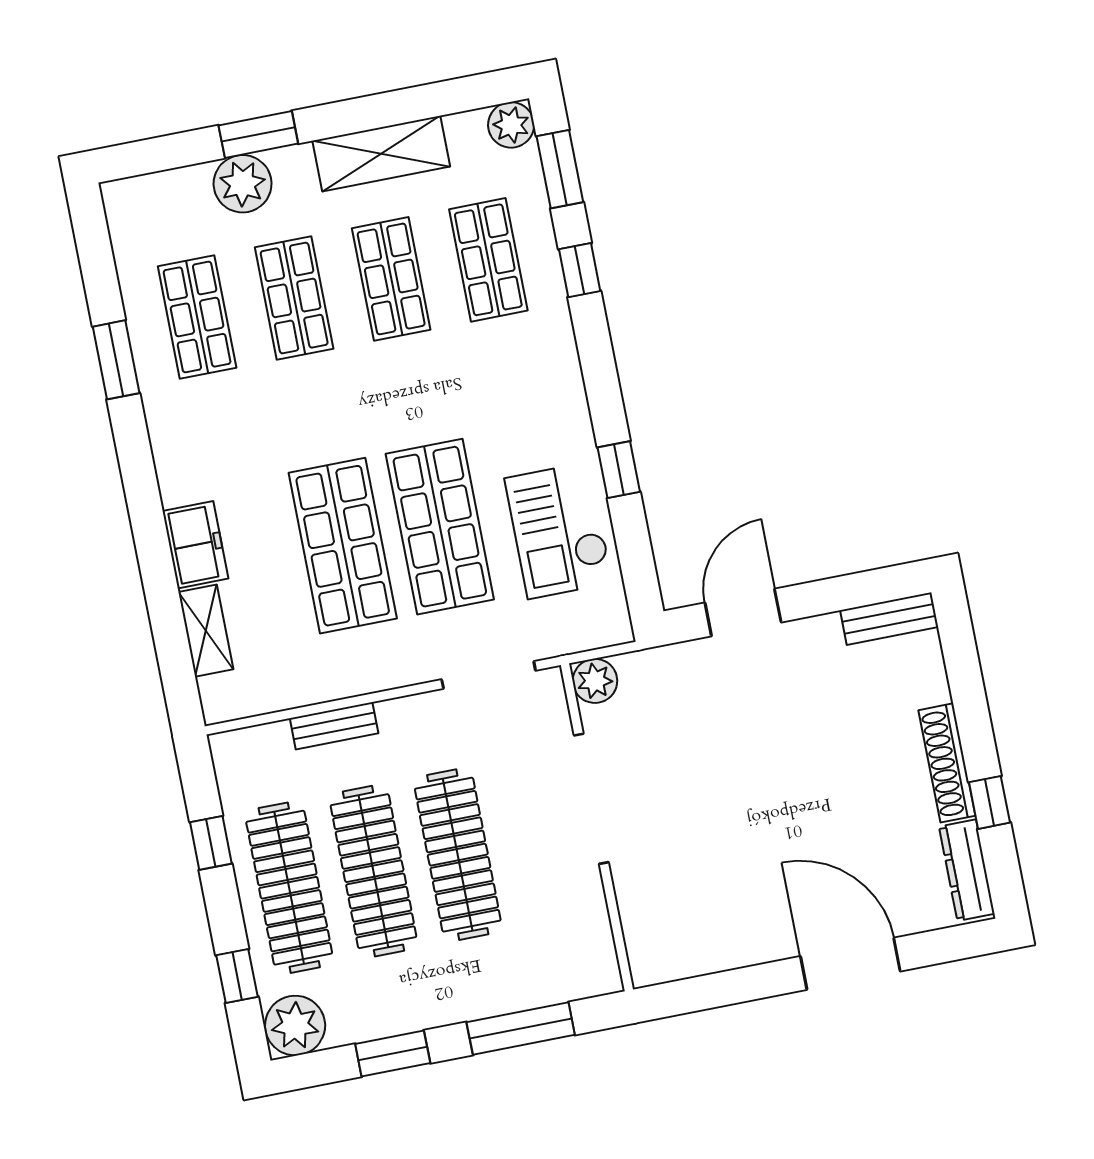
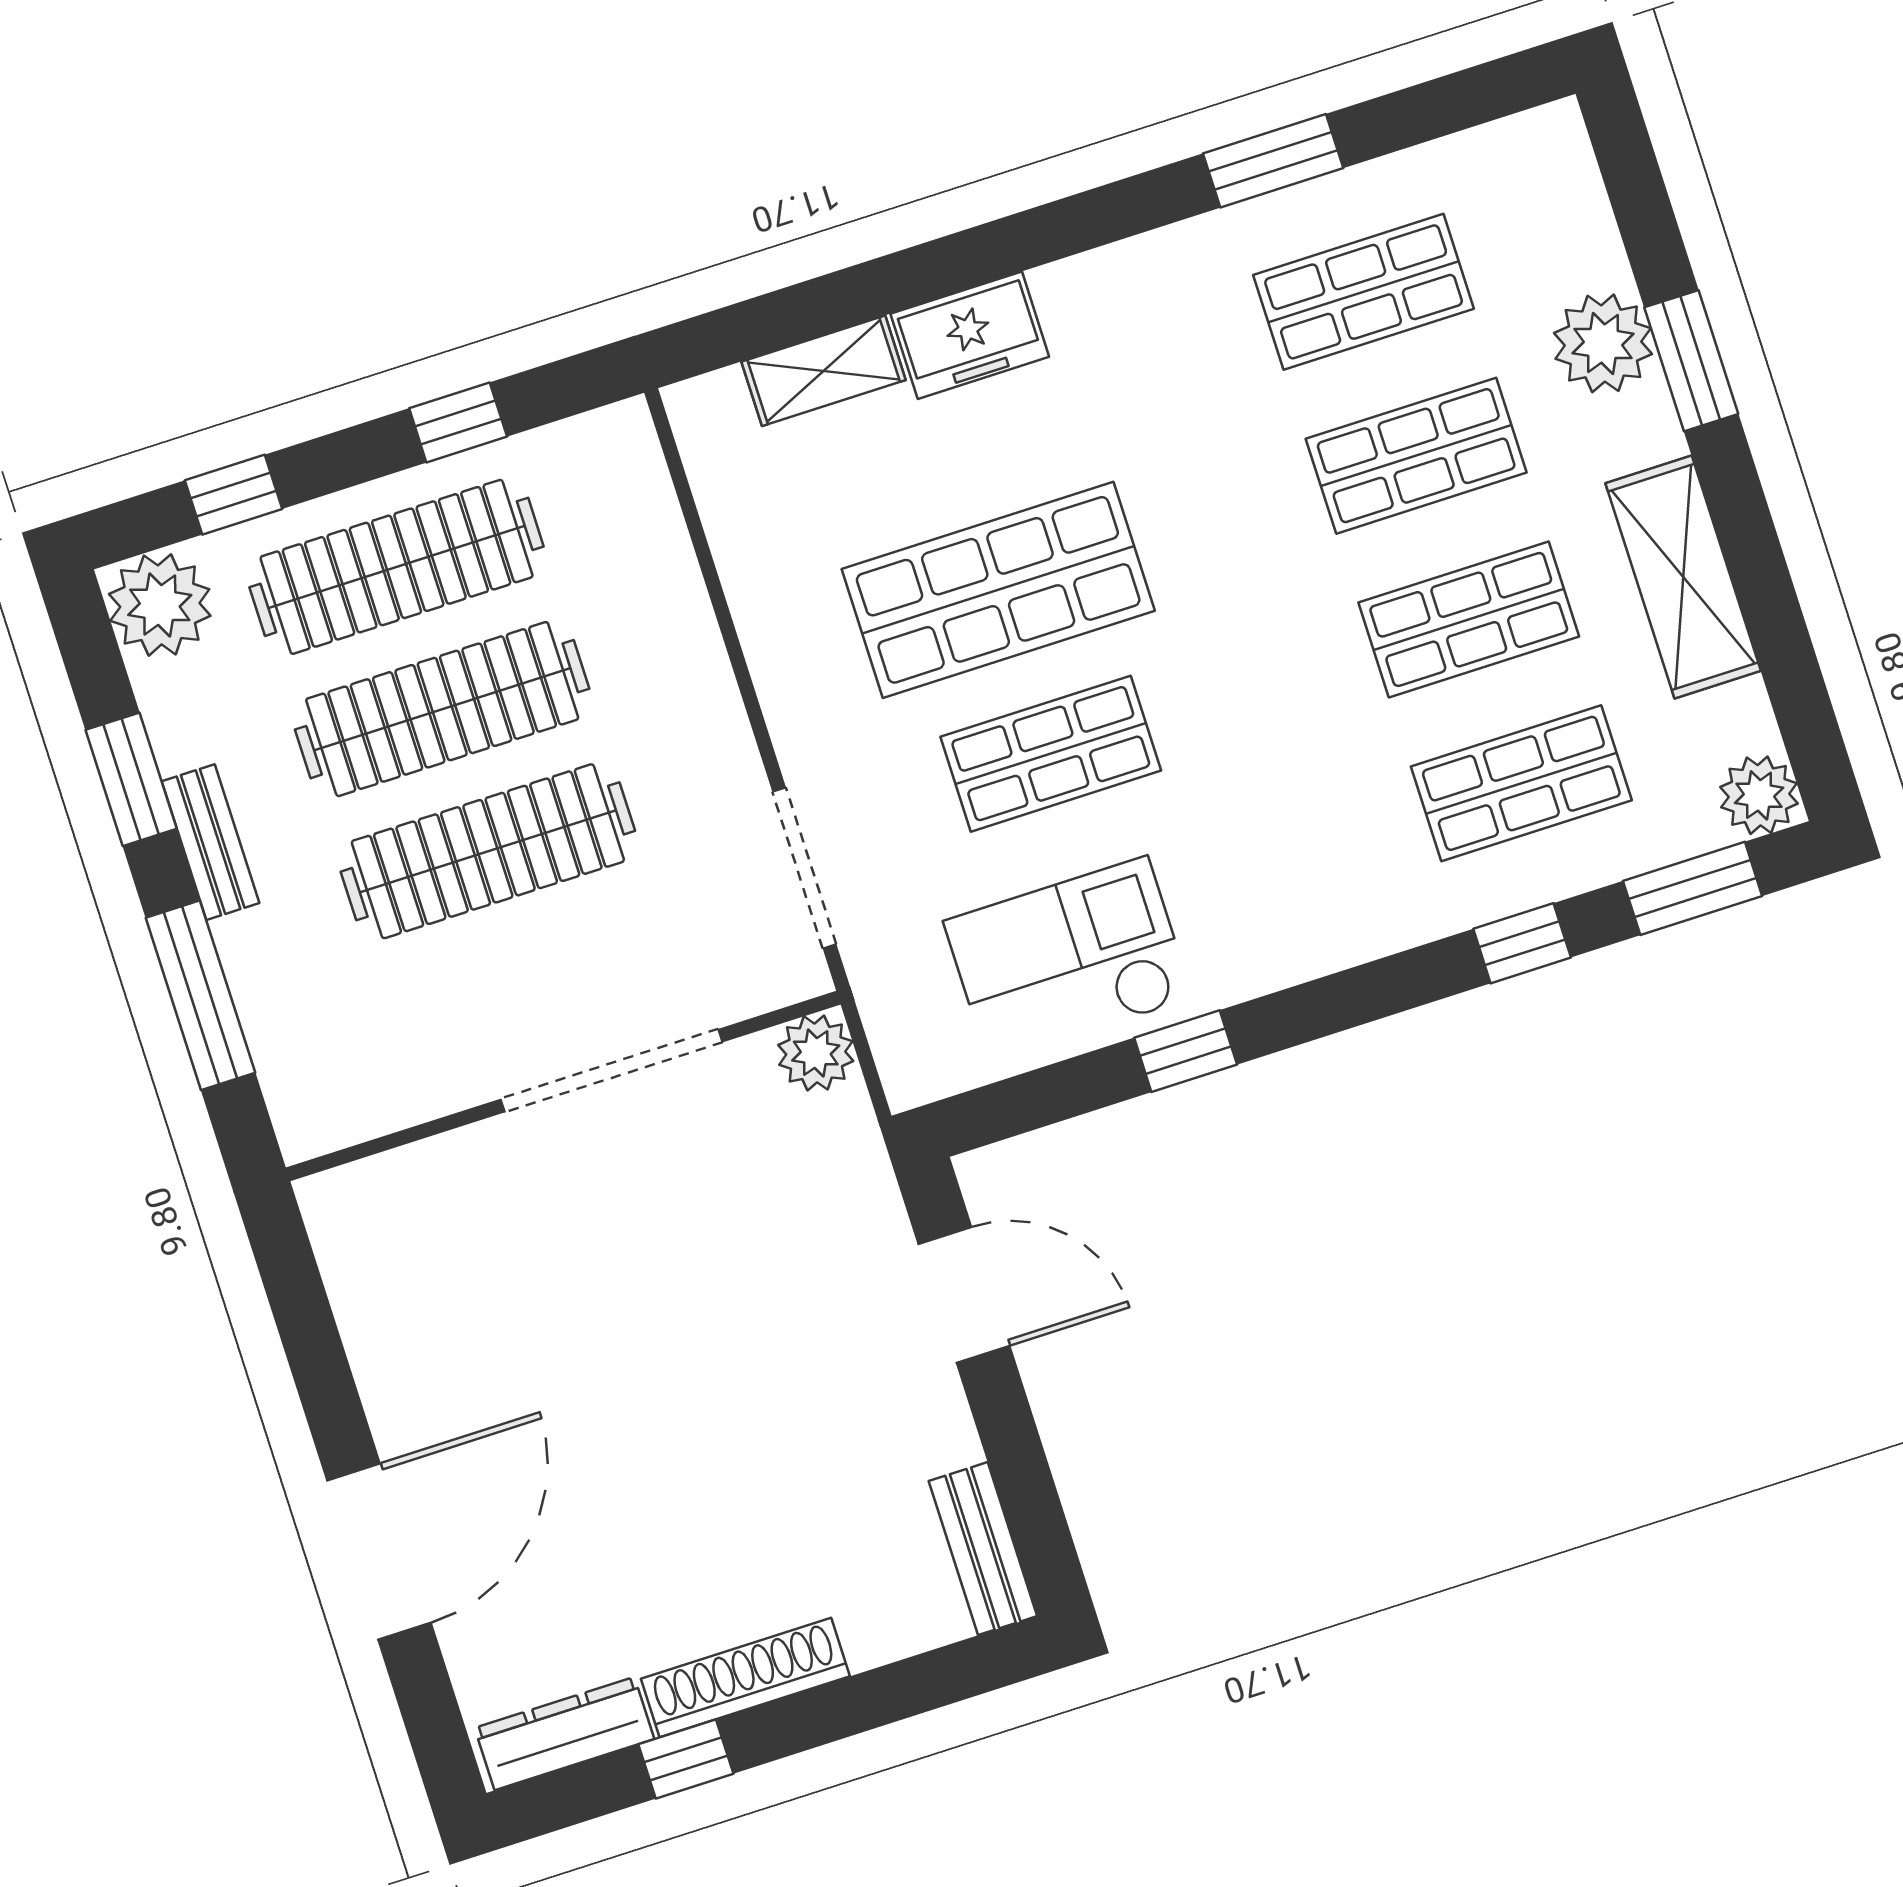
shop shelf: (440, 527) -> (1051, 754), width x0.70, depth x0.74
bench: (334, 726) -> (211, 842), moved

